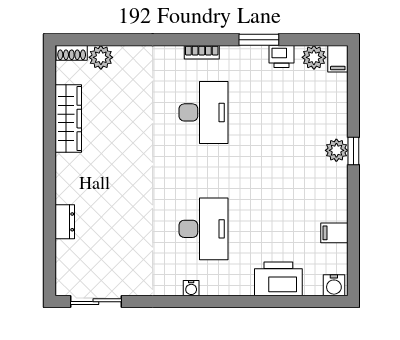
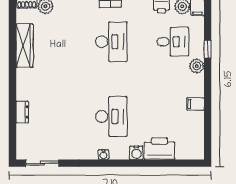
desk: (299, 112) -> (173, 42), added
window: (353, 151) -> (208, 49), moved
filing cabinet: (334, 233) -> (195, 104), moved
water cooler: (334, 285) -> (136, 153), moved

